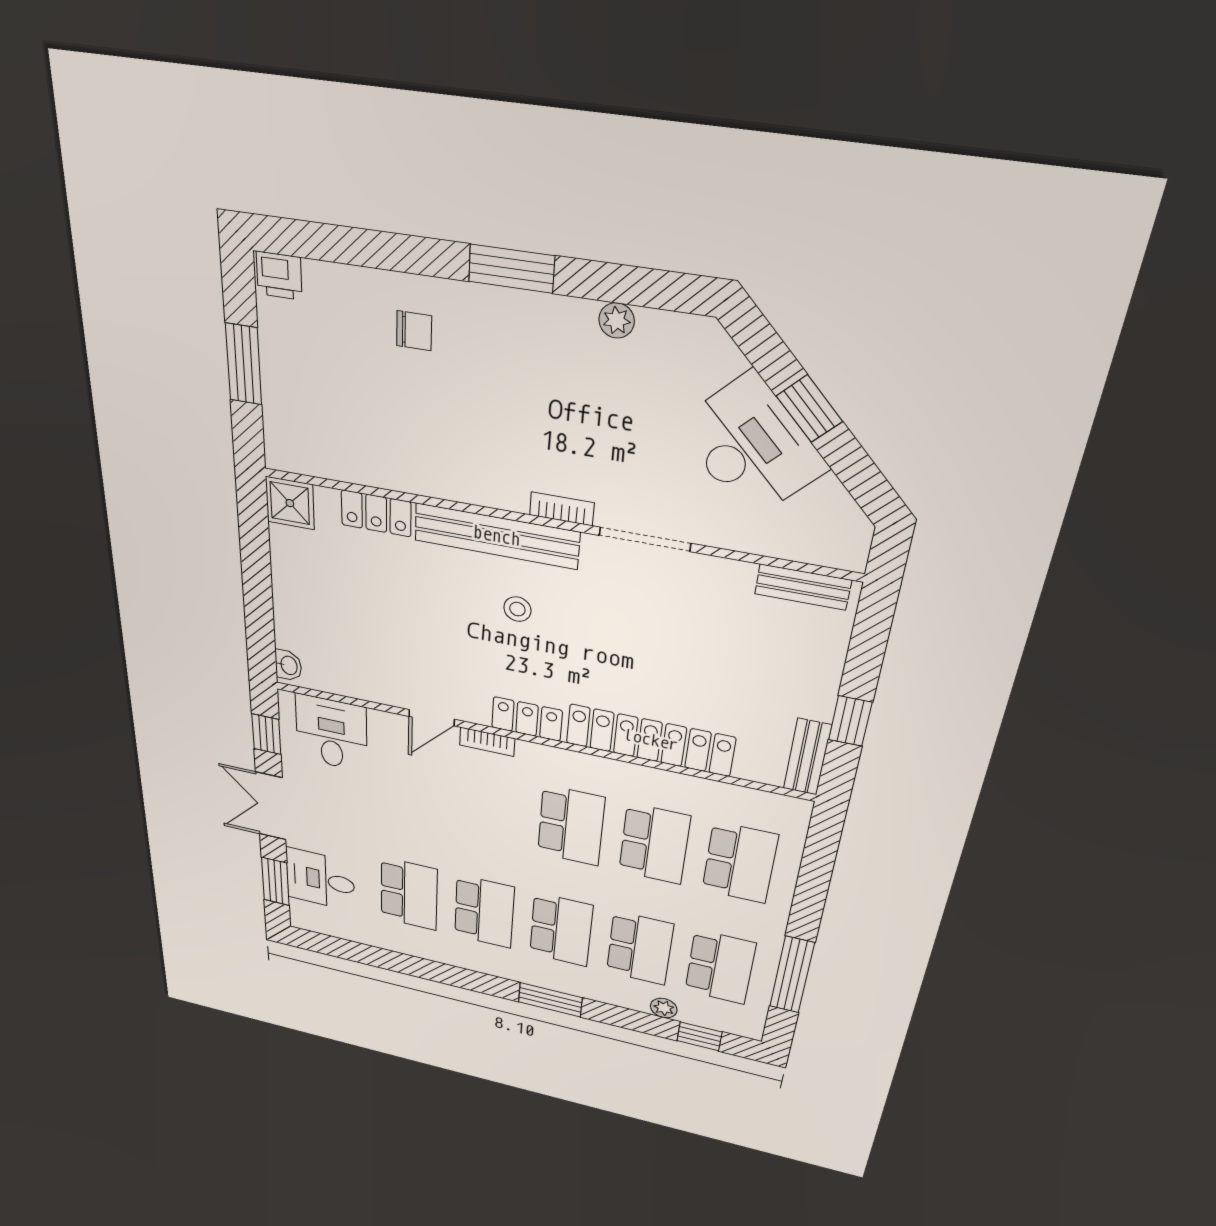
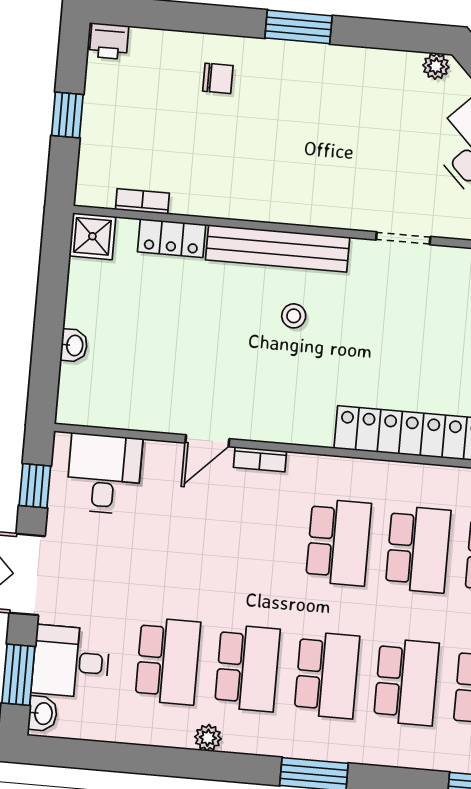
plant: (617, 321) -> (436, 66), moved
window: (244, 364) -> (67, 115), width x0.67
bookcase: (562, 509) -> (142, 201), moved
doorway: (645, 539) -> (403, 238), width x0.73
washbasin: (288, 665) -> (74, 345), moved
locker: (527, 719) -> (299, 428), removed
washbasin: (301, 913) -> (43, 714), added
plant: (664, 1008) -> (208, 738), moved

